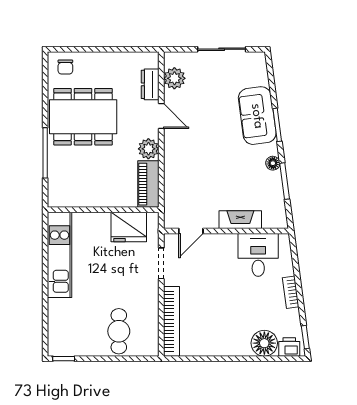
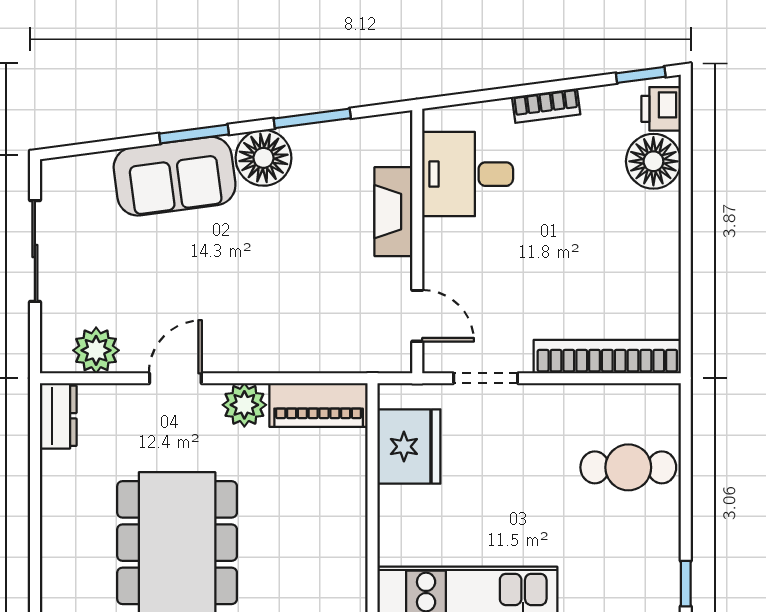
chair: (65, 67) -> (72, 580), removed
dresser: (150, 84) -> (58, 416), moved, turned -90
floor lamp: (273, 163) -> (263, 158), width x1.89, depth x1.89

